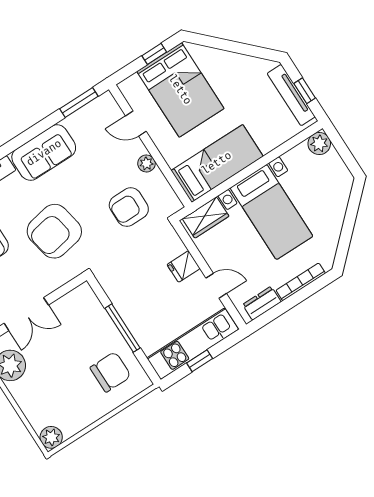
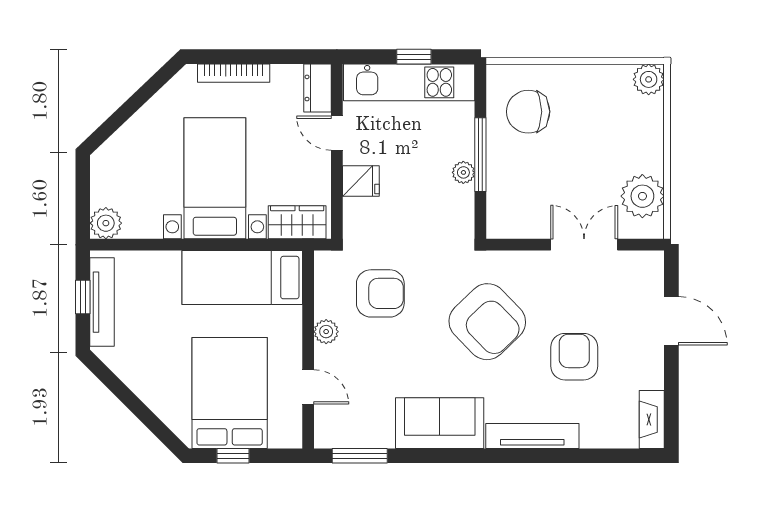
armchair: (54, 231) -> (487, 322), turned 57
dresser: (262, 303) -> (318, 88), moved, turned 90
plant: (126, 311) -> (463, 172), added

